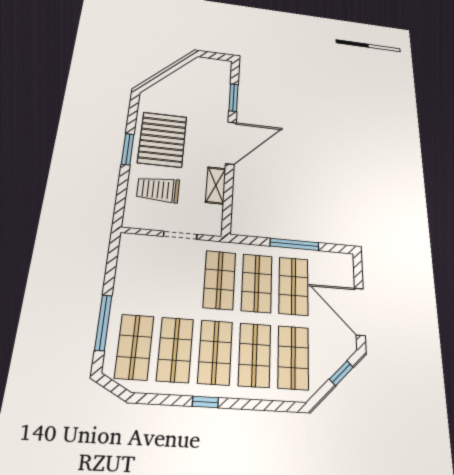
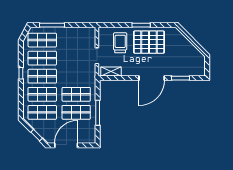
door: (231, 143) -> (152, 78), hinge flipped
shelving: (216, 185) -> (111, 71), moved
shop shelf: (219, 280) -> (76, 76), removed

